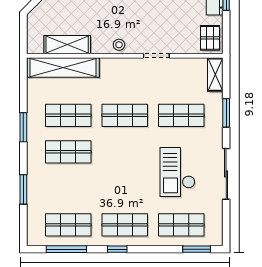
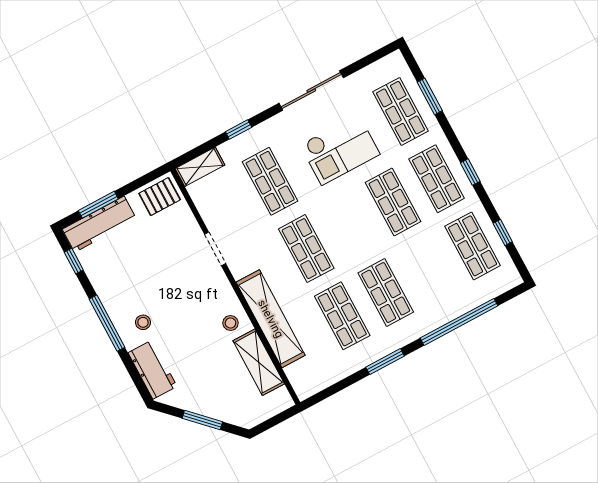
stool: (119, 45) -> (231, 323), moved
shelving: (63, 68) -> (271, 319), moved
window: (226, 113) -> (239, 129), width x0.67
shop shelf: (125, 188) -> (393, 202), added
window: (23, 189) -> (459, 322), width x2.11
window: (66, 249) -> (503, 232), width x0.46
window: (197, 249) -> (430, 96), moved

